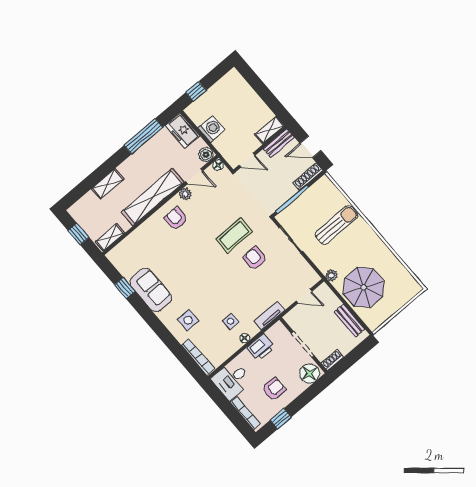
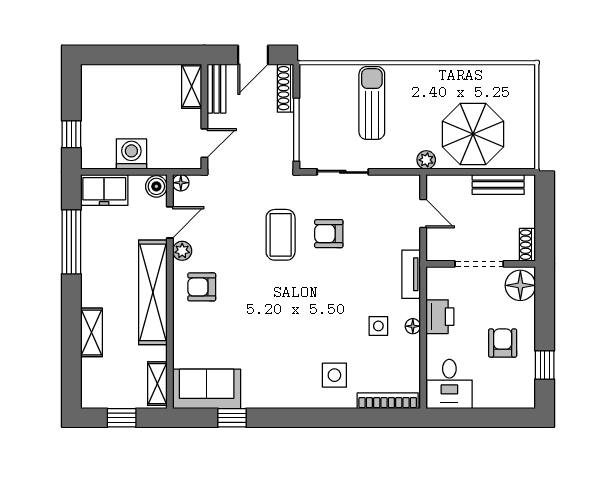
sofa: (151, 290) -> (207, 389), moved
door: (304, 296) -> (423, 214), hinge flipped
bookcase: (245, 413) -> (502, 401), removed

